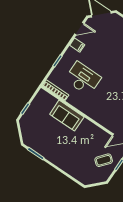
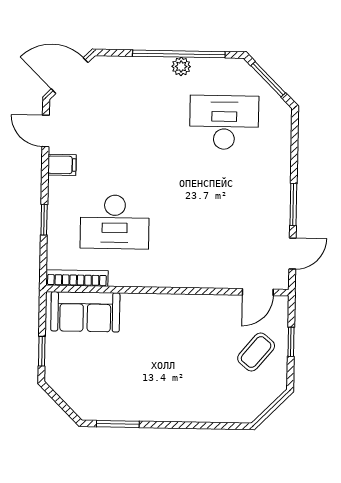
door: (79, 29) -> (46, 131), swing flipped
desk: (83, 79) -> (115, 222), turned 180
sofa: (67, 116) -> (85, 312), moved

